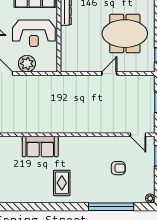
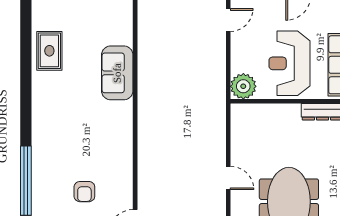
plant: (27, 64) -> (243, 86), moved
rug: (62, 183) -> (49, 51), moved, turned 90

